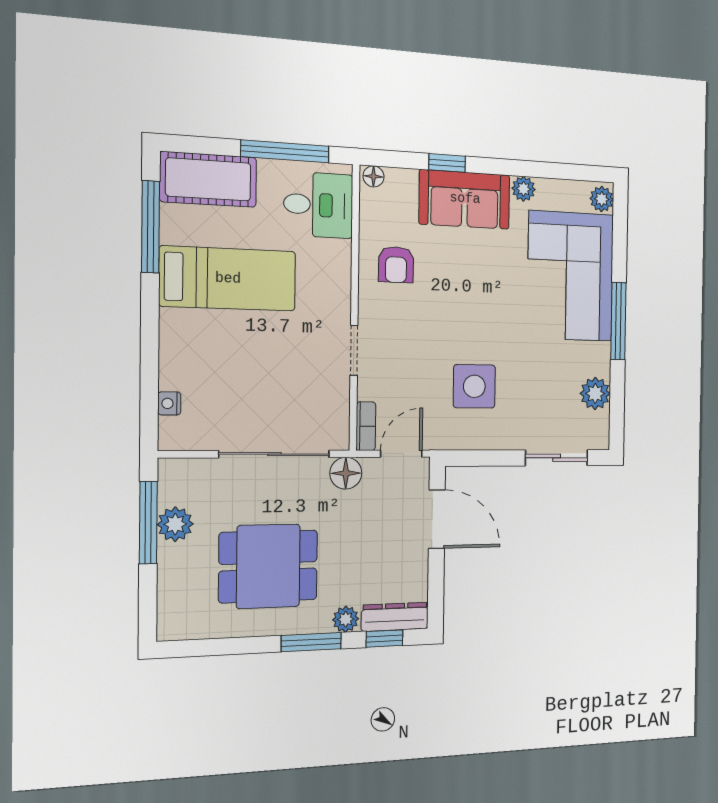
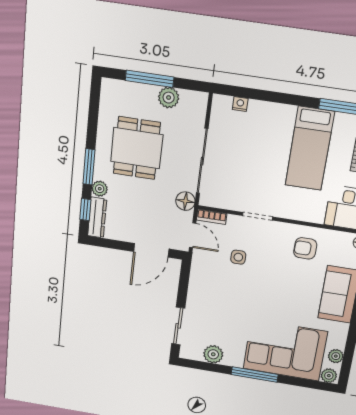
plant: (524, 189) -> (336, 356), moved
side table: (474, 386) -> (238, 257), moved, width x0.54, depth x0.54
window: (148, 523) -> (149, 79), moved

